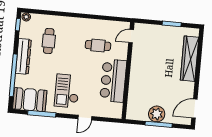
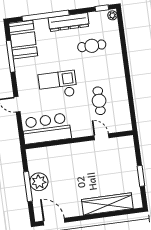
door: (131, 36) -> (102, 137), moved
bar counter: (113, 81) -> (46, 129), moved
checkout: (67, 91) -> (58, 85), moved

